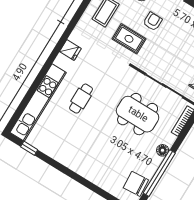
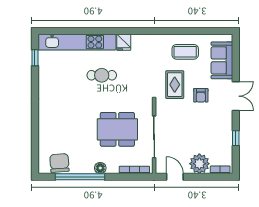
armchair: (153, 21) -> (201, 95), turned 90
fridge: (70, 50) -> (124, 42), moved
dining table: (138, 114) -> (117, 129), turned 90

